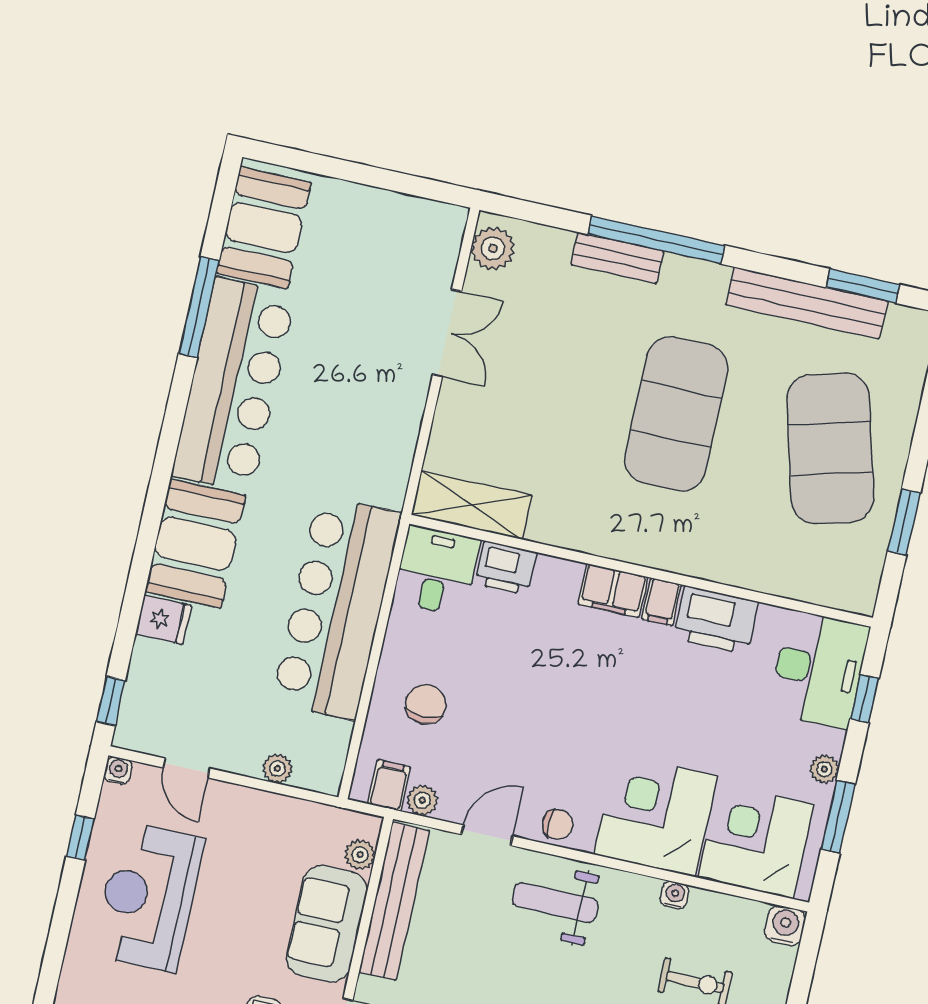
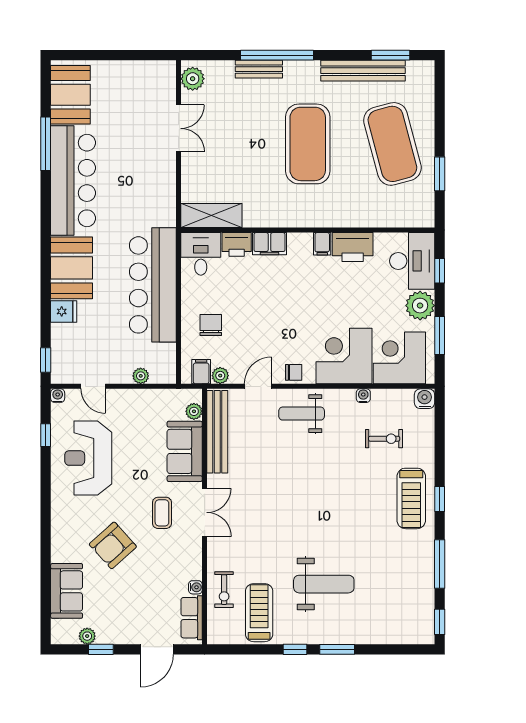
filing cabinet: (613, 590) -> (269, 244), moved
plant: (824, 769) -> (420, 306), width x1.87, depth x1.87

